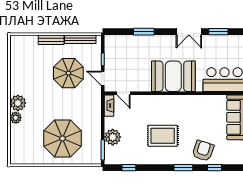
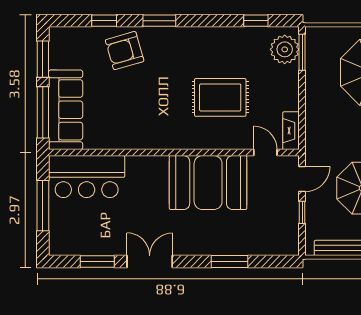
booth: (173, 76) -> (208, 183), moved
door: (103, 78) -> (302, 179), hinge flipped
rug: (163, 136) -> (220, 97), moved
plant: (113, 137) -> (285, 49), moved
armchair: (203, 151) -> (125, 51), turned 56

